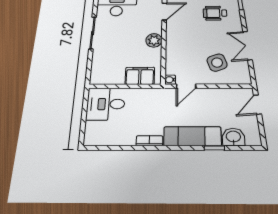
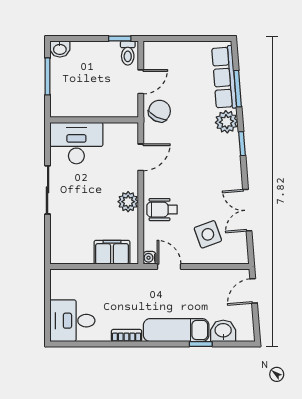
wheelchair: (215, 13) -> (162, 210), moved
door: (186, 86) -> (169, 267), swing flipped
desk: (106, 104) -> (72, 321), moved

